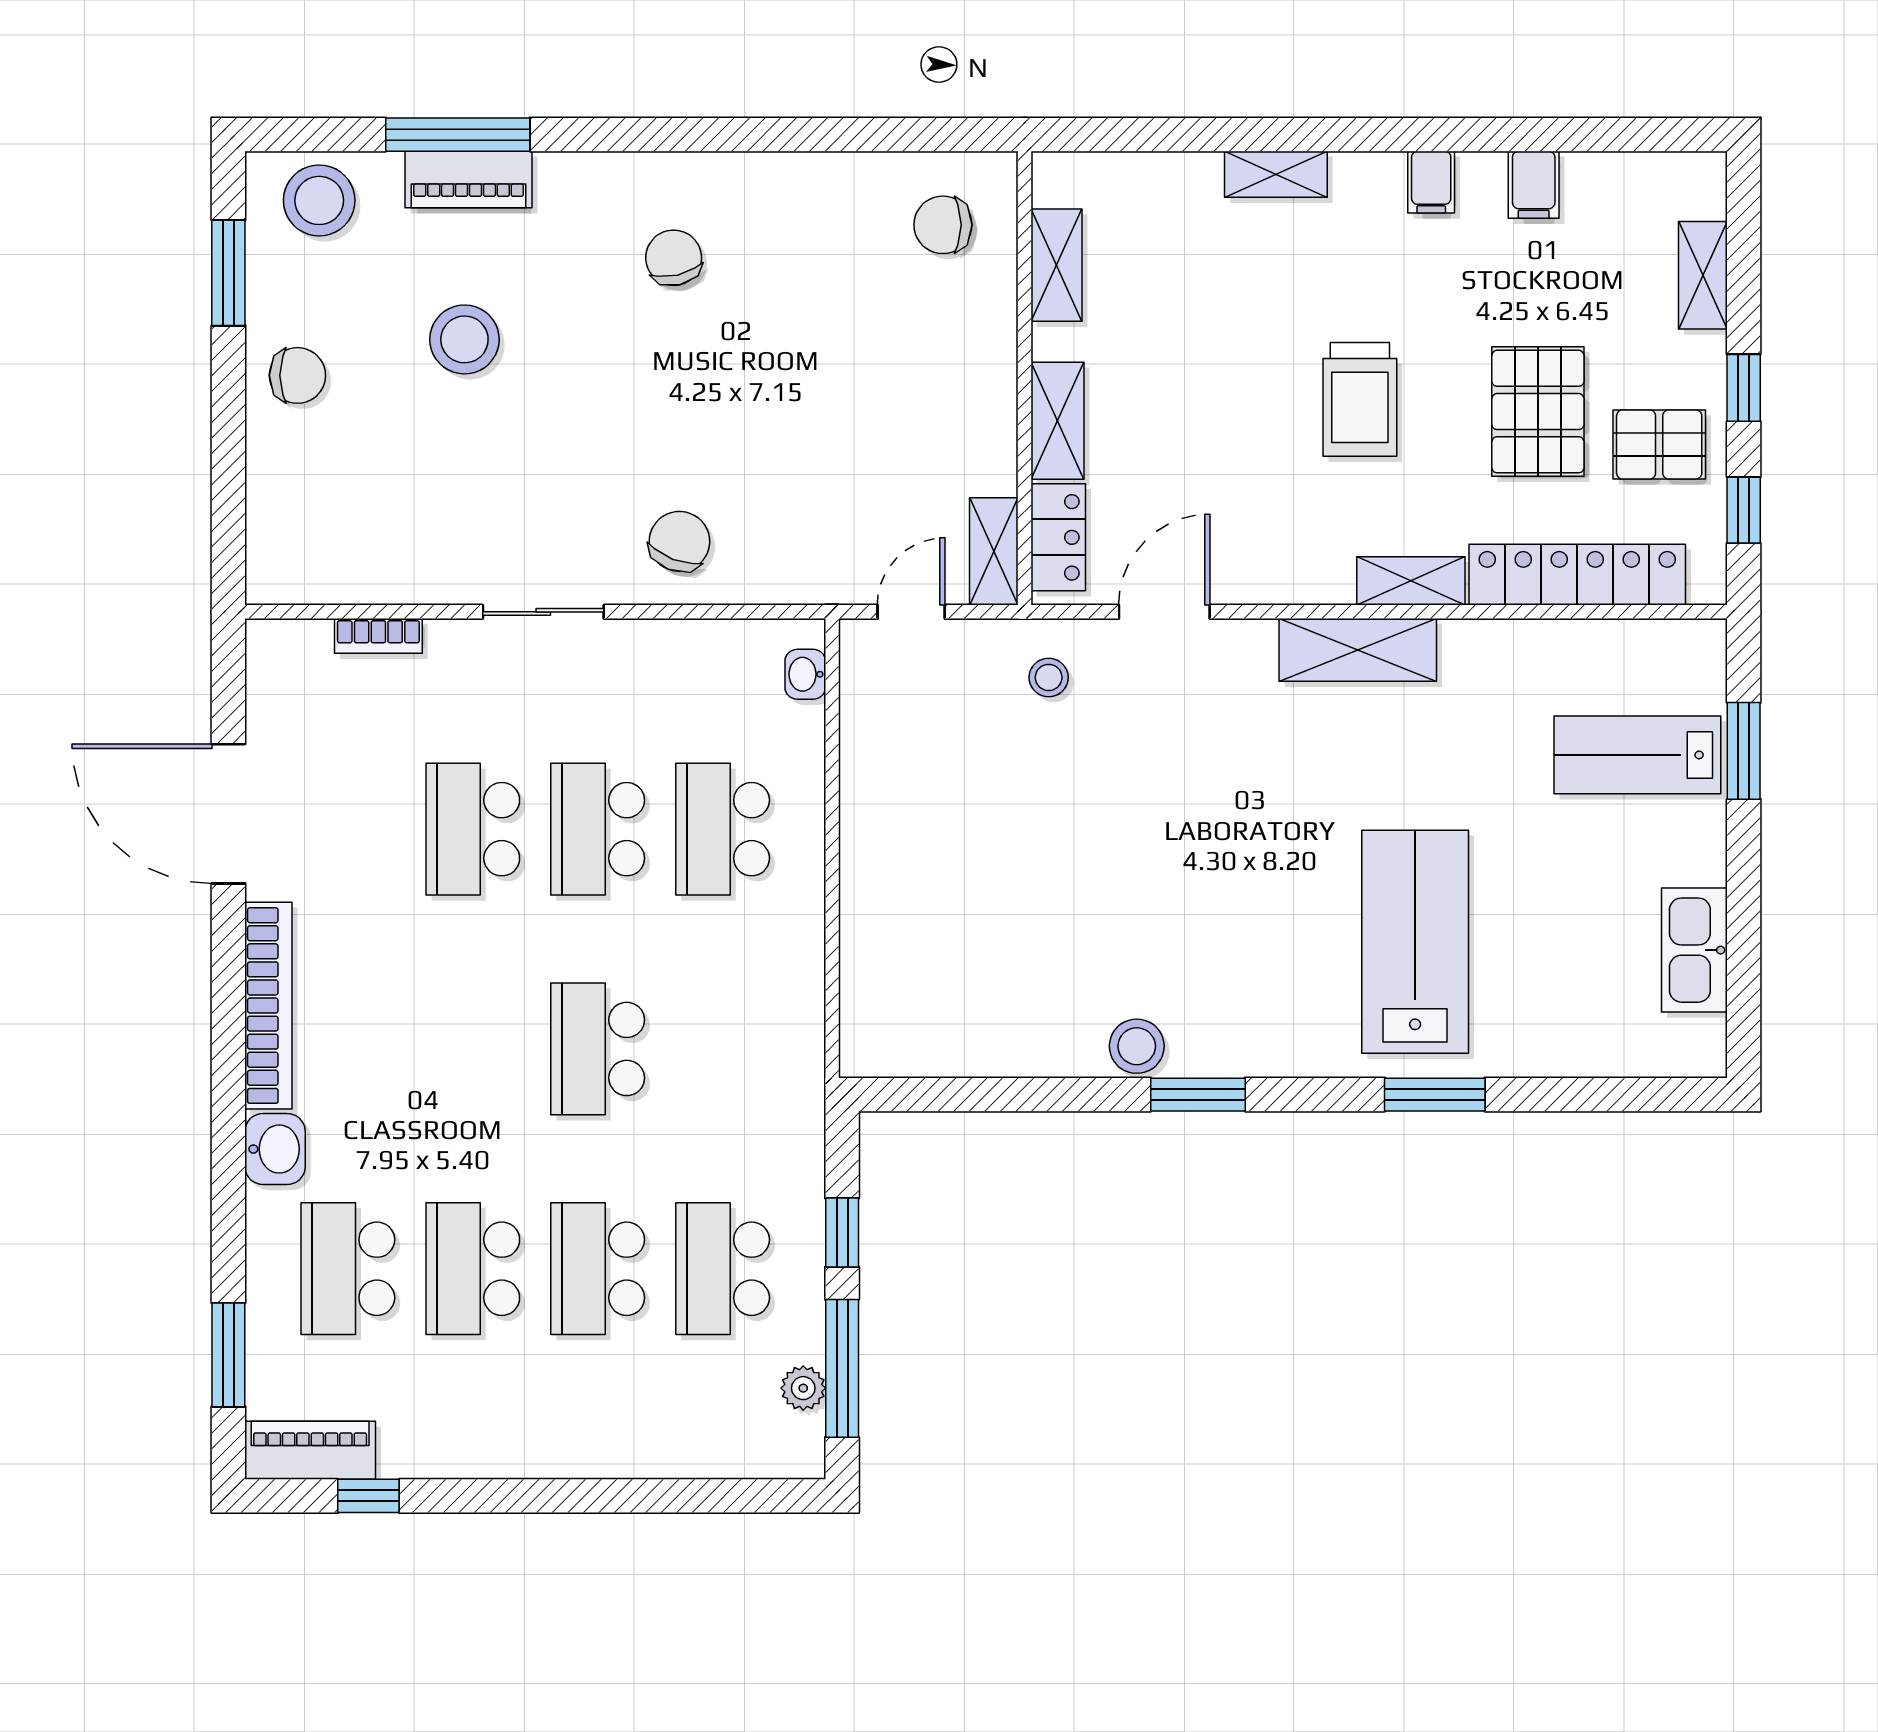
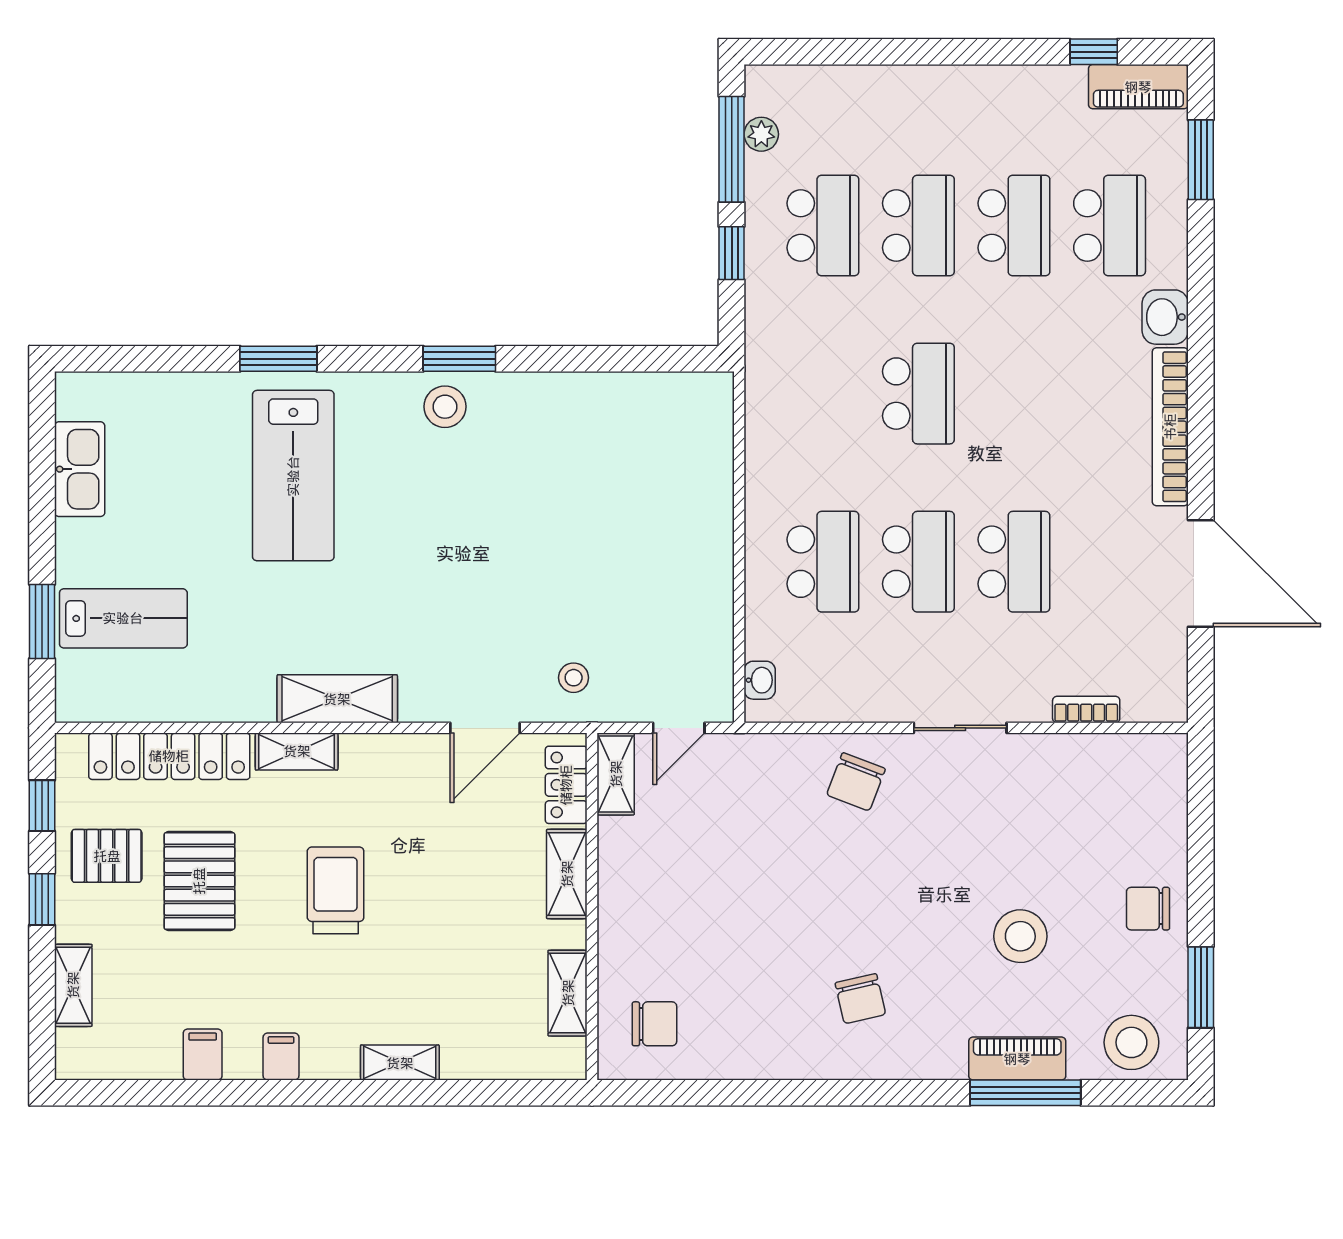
stool: (1137, 1046) -> (445, 407), moved

